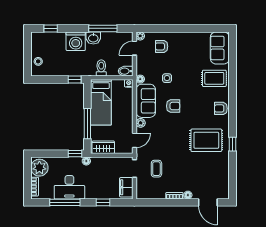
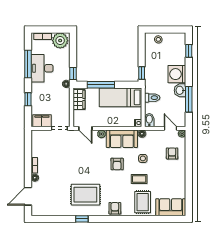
rug: (206, 140) -> (85, 195), turned 90
coffee table: (156, 169) -> (139, 179), moved

